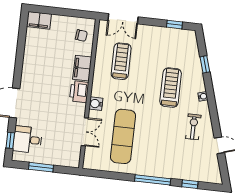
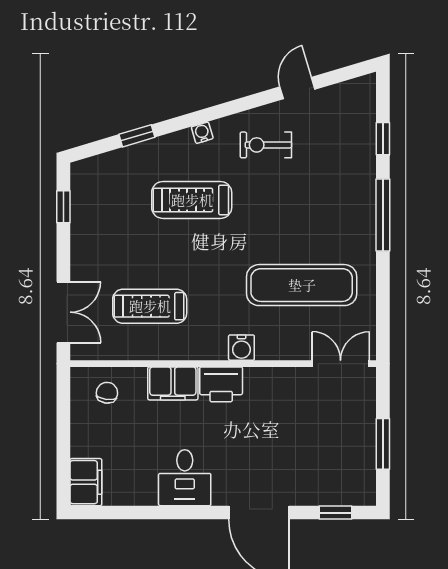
double door: (85, 132) -> (341, 364), moved
desk: (27, 140) -> (185, 478), moved

